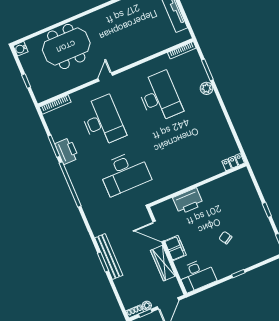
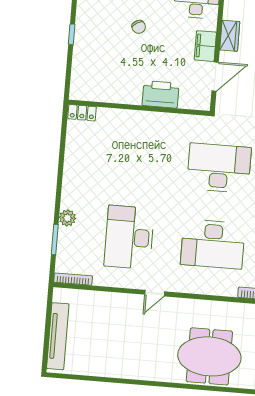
door: (105, 77) -> (155, 293), moved
desk: (103, 121) -> (213, 244), turned -90
door: (158, 231) -> (215, 76), hinge flipped
wardrobe: (163, 263) -> (230, 36), width x0.67

